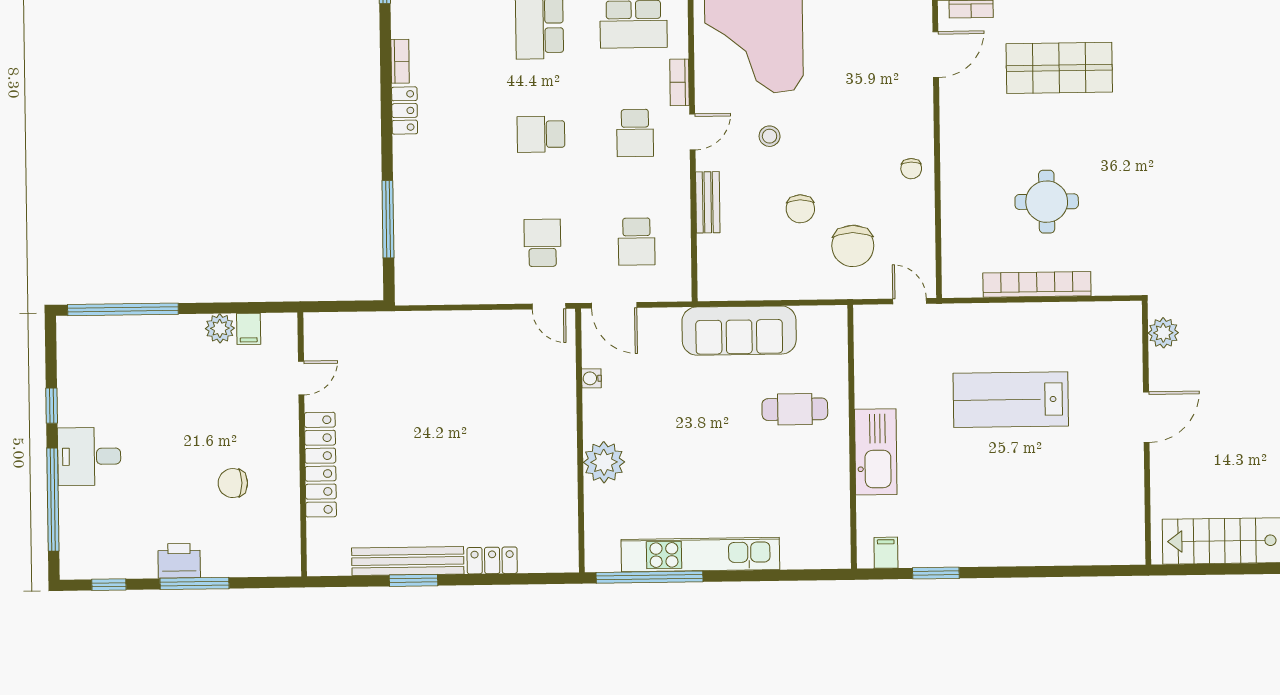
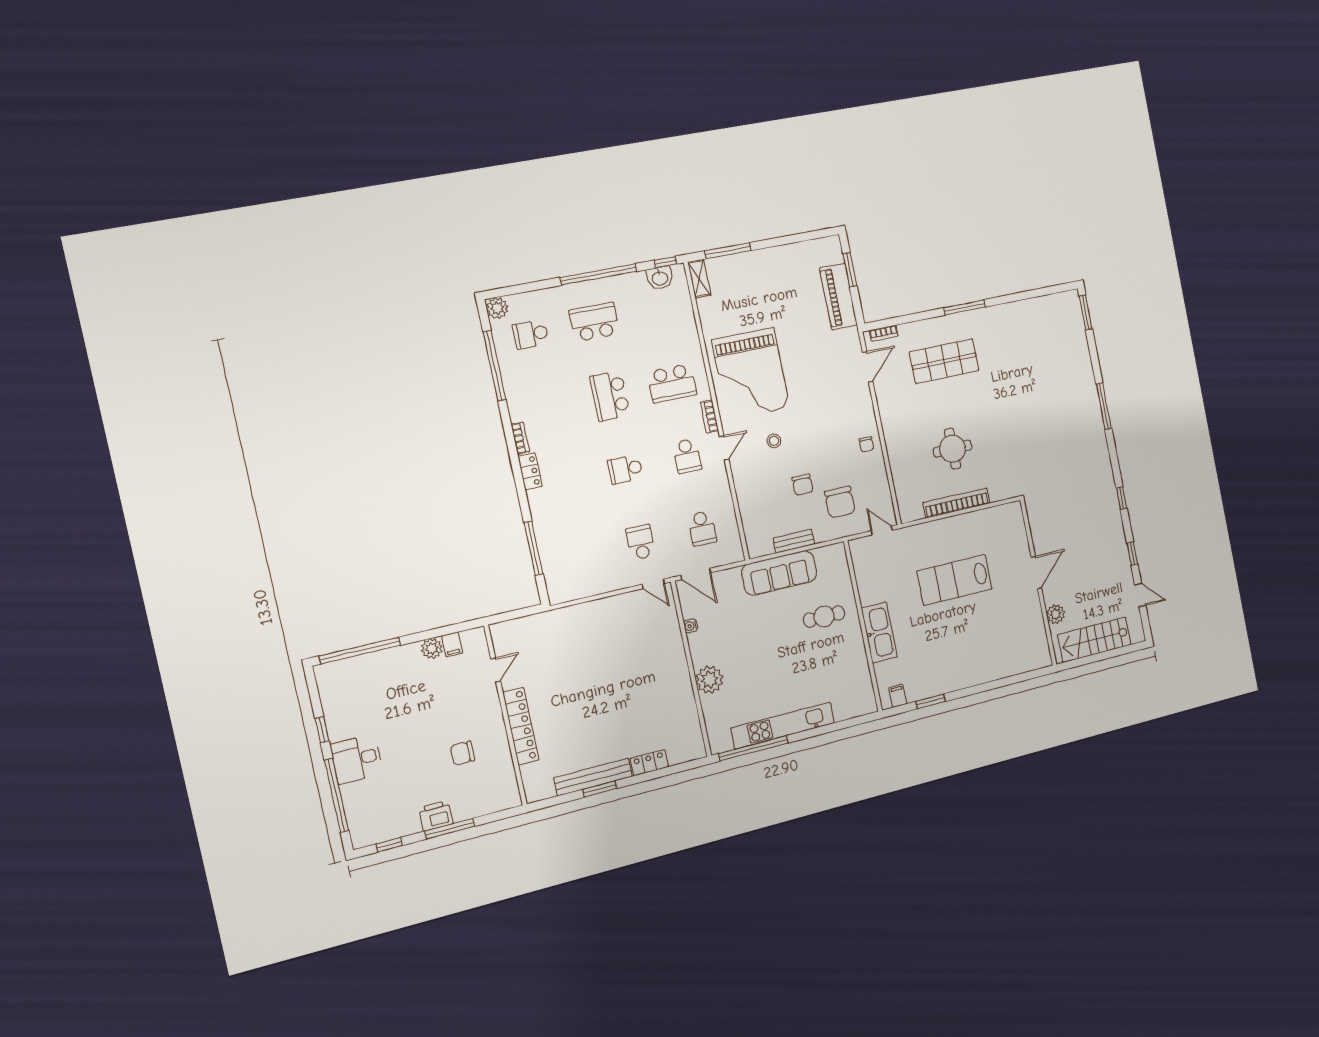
bench: (708, 202) -> (794, 541), moved, turned 90
plant: (1163, 333) -> (1056, 614), moved

